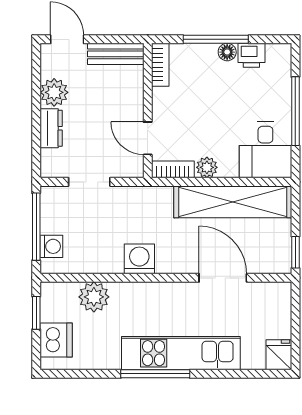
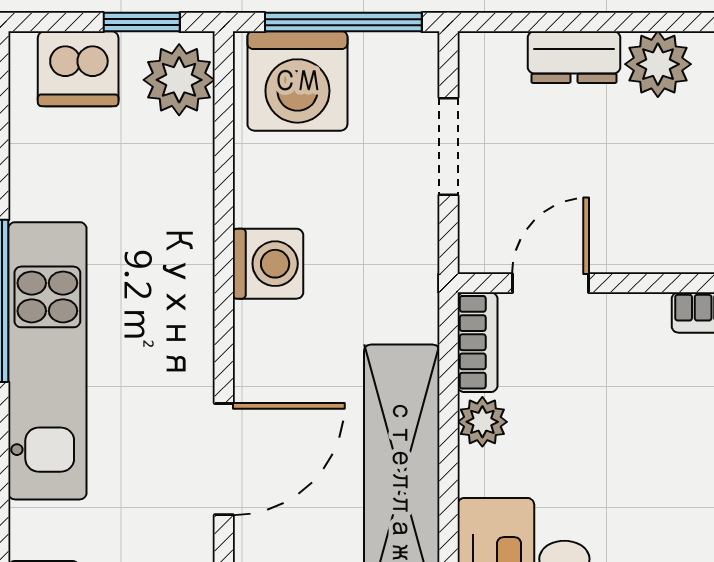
washing machine: (51, 246) -> (297, 81), width x1.89, depth x1.89
plant: (94, 297) -> (179, 80), moved

